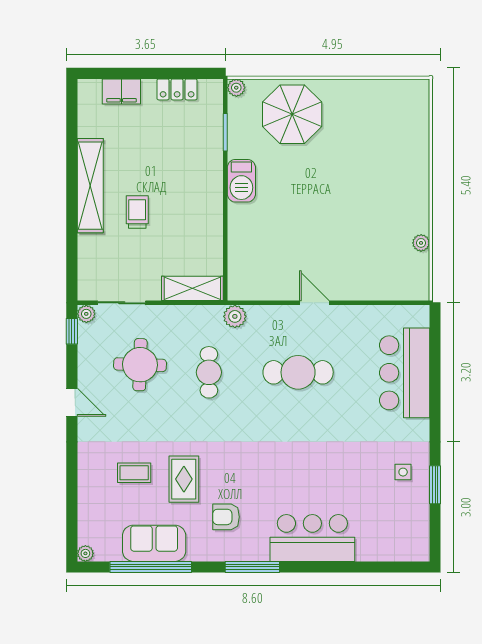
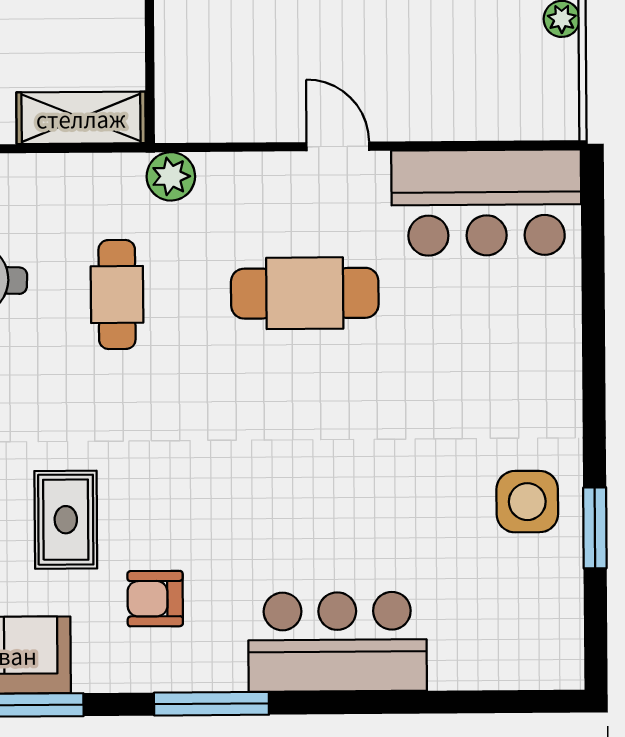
bar counter: (405, 373) -> (486, 203), moved, turned -90
side table: (403, 472) -> (527, 502), width x1.87, depth x1.87

